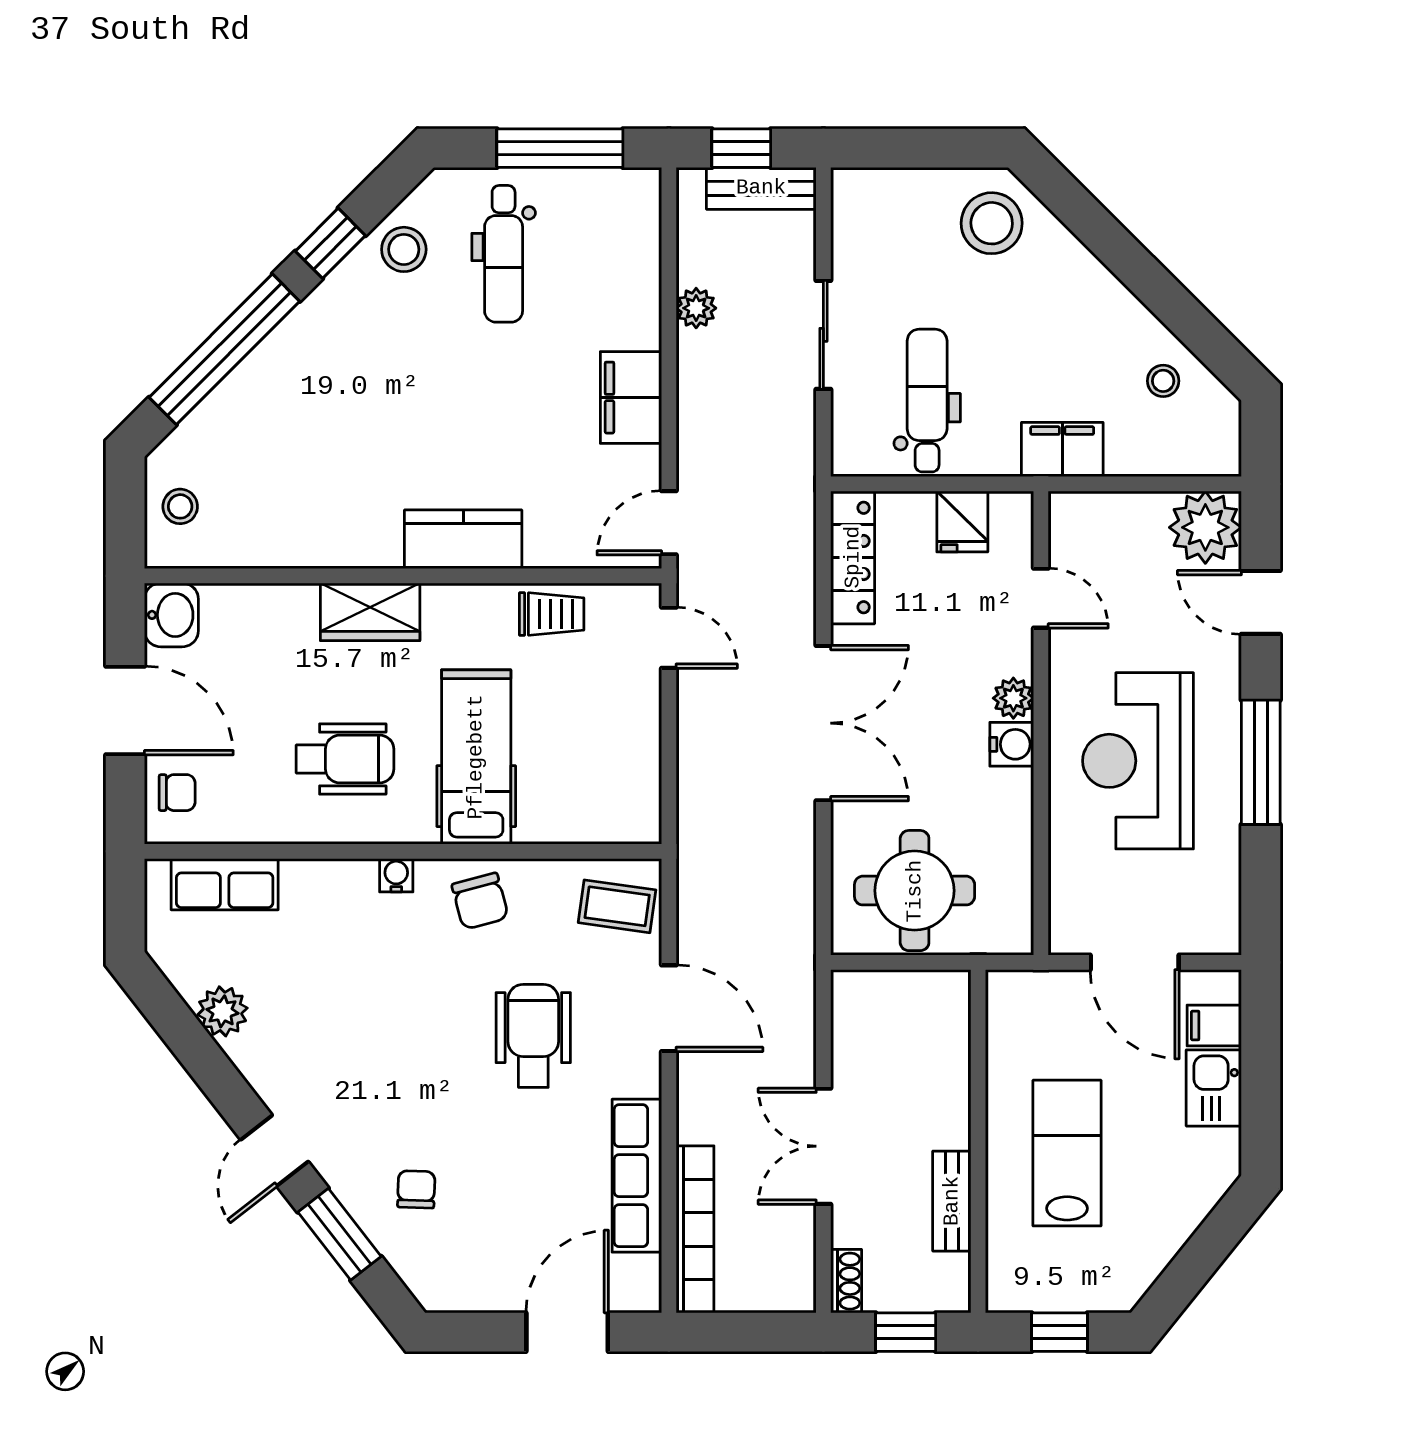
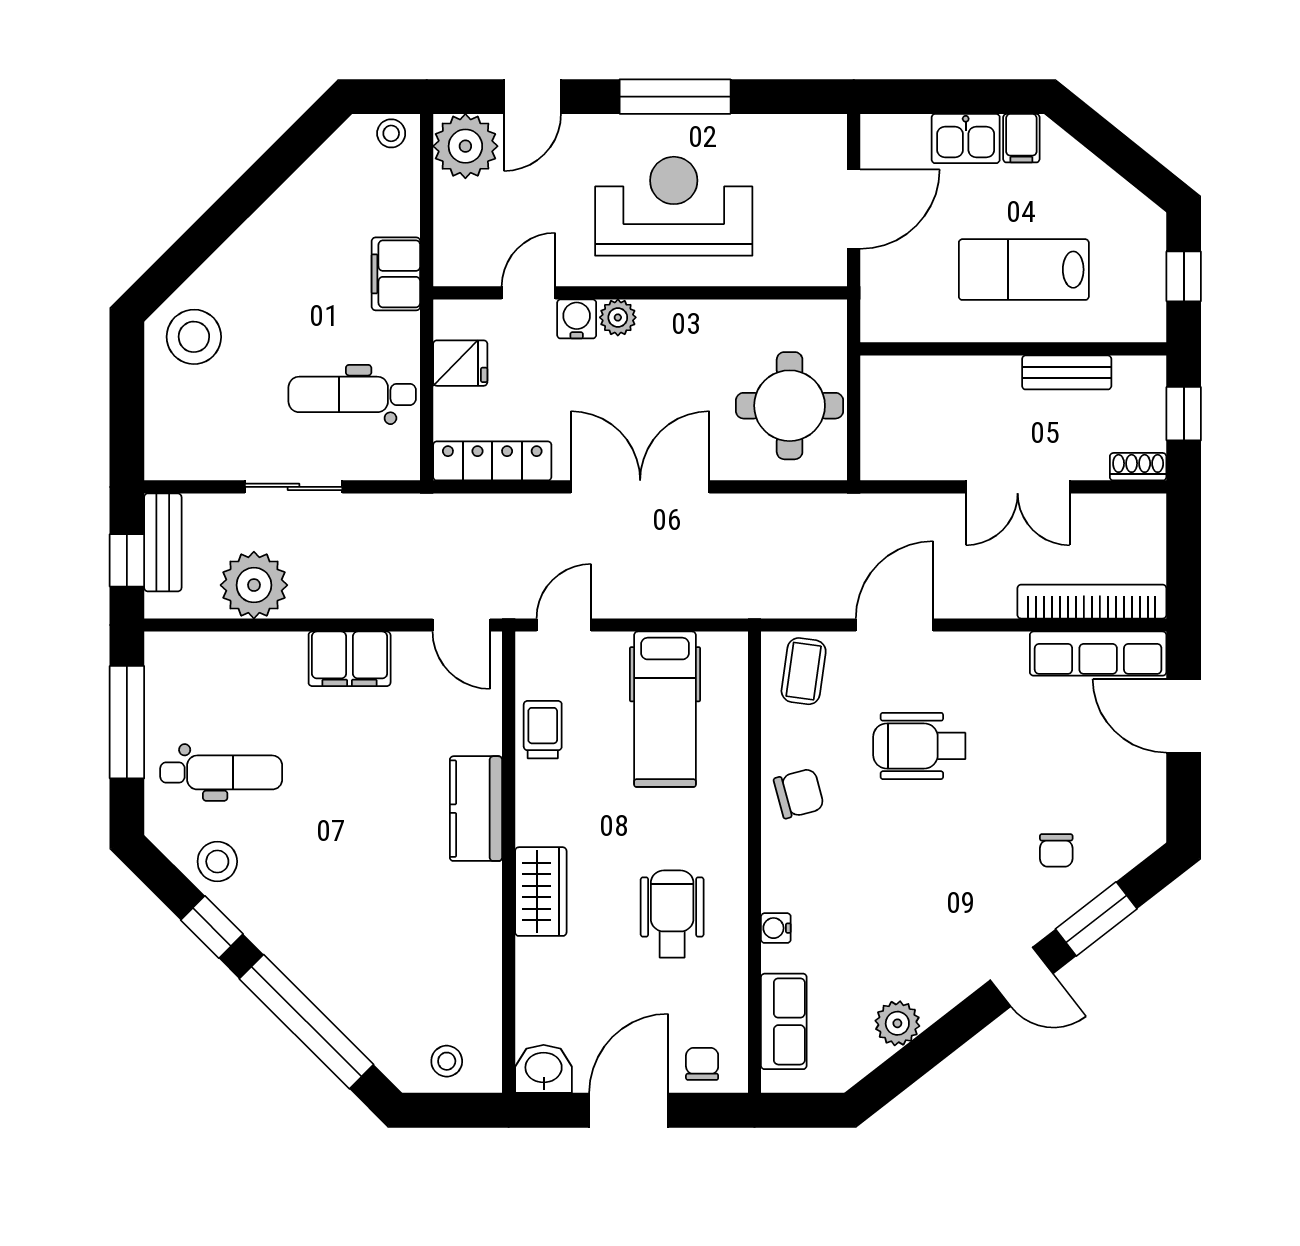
plant: (696, 308) -> (254, 585), width x1.88, depth x1.88
stool: (1163, 381) -> (391, 133), moved
water cooler: (1012, 744) -> (577, 319), moved
hospital bed: (476, 757) -> (665, 709), moved, turned -90
reception desk: (1138, 761) -> (674, 206), turned 180
water cooler: (396, 875) -> (776, 928), moved
filing cabinet: (1214, 1025) -> (1021, 138), moved
row of seats: (637, 1176) -> (1098, 654), moved
chair: (416, 1189) -> (1056, 850), turned -92

